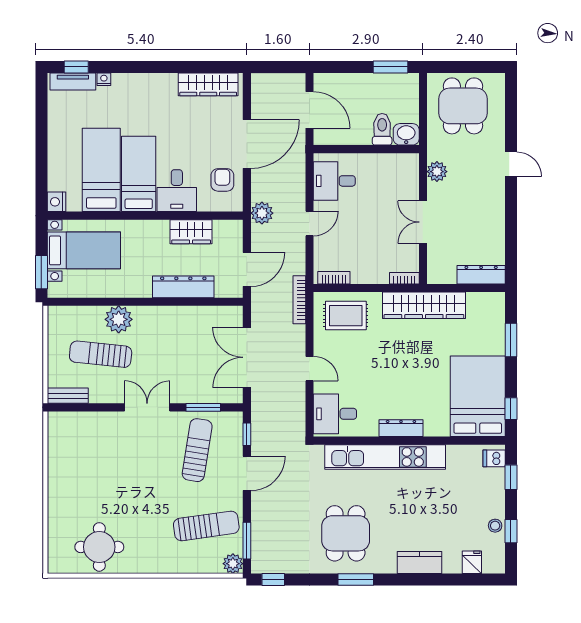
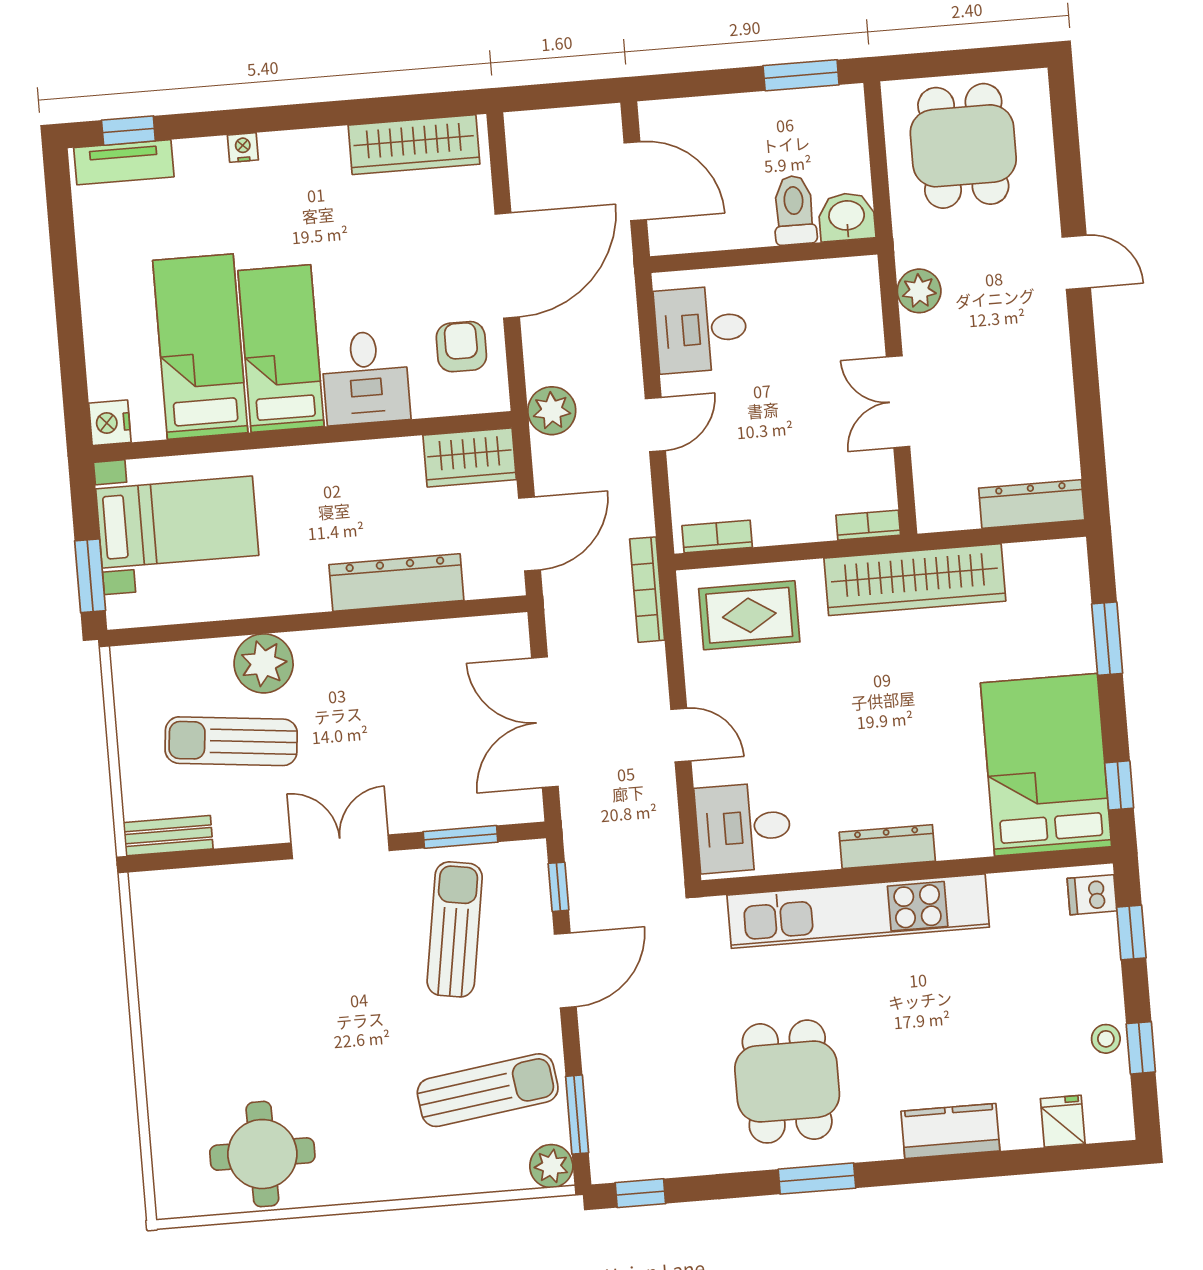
nightstand: (104, 79) -> (243, 148), moved
wardrobe: (191, 232) -> (470, 457), moved

